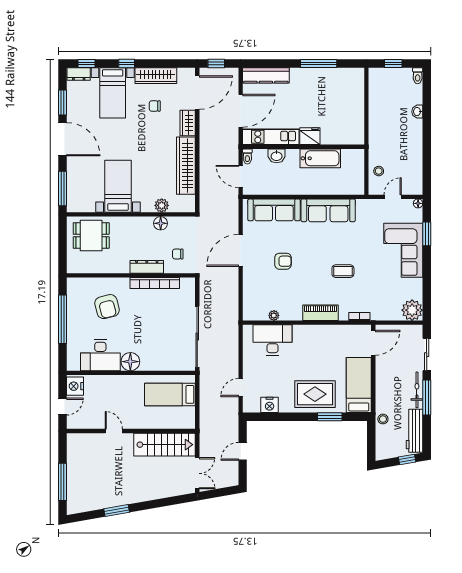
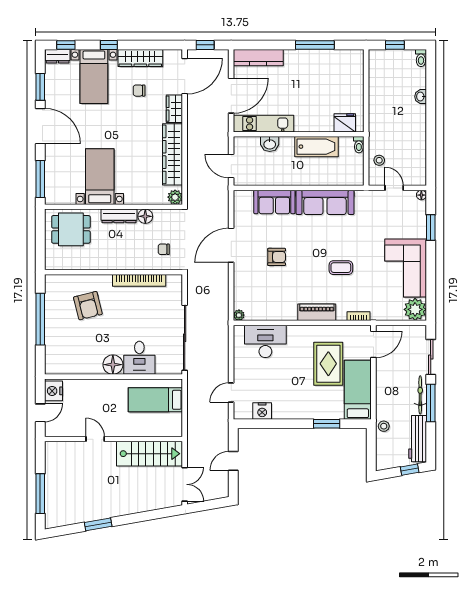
fridge: (310, 136) -> (345, 123), moved
toilet: (247, 156) -> (359, 145), moved
door: (393, 197) -> (394, 188), hinge flipped
plant: (162, 205) -> (175, 197), moved
sofa: (274, 210) -> (274, 202), width x0.73
corner sofa: (403, 250) -> (406, 268), moved
dresser: (147, 267) -> (119, 216), moved, turned 180
plant: (274, 315) -> (239, 315), moved
desk: (100, 355) -> (139, 358), moved, width x0.73
rug: (315, 394) -> (328, 364), moved, turned 90

